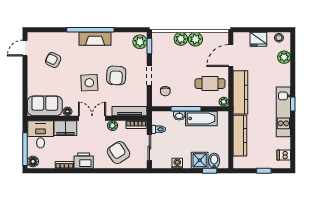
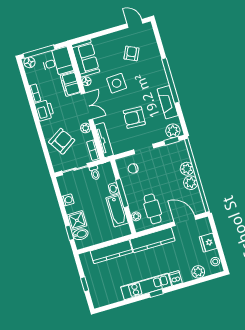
fireplace: (95, 39) -> (168, 102), moved
side table: (89, 83) -> (117, 83), moved
plant: (224, 102) -> (136, 216), moved
dishwasher: (284, 155) -> (176, 278), moved

